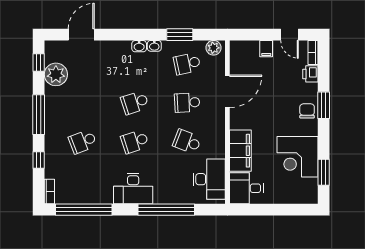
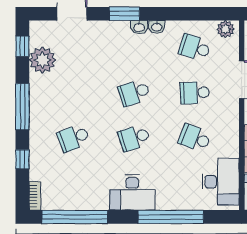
window: (180, 35) -> (124, 14), moved
school desk: (187, 64) -> (195, 48), turned 30

